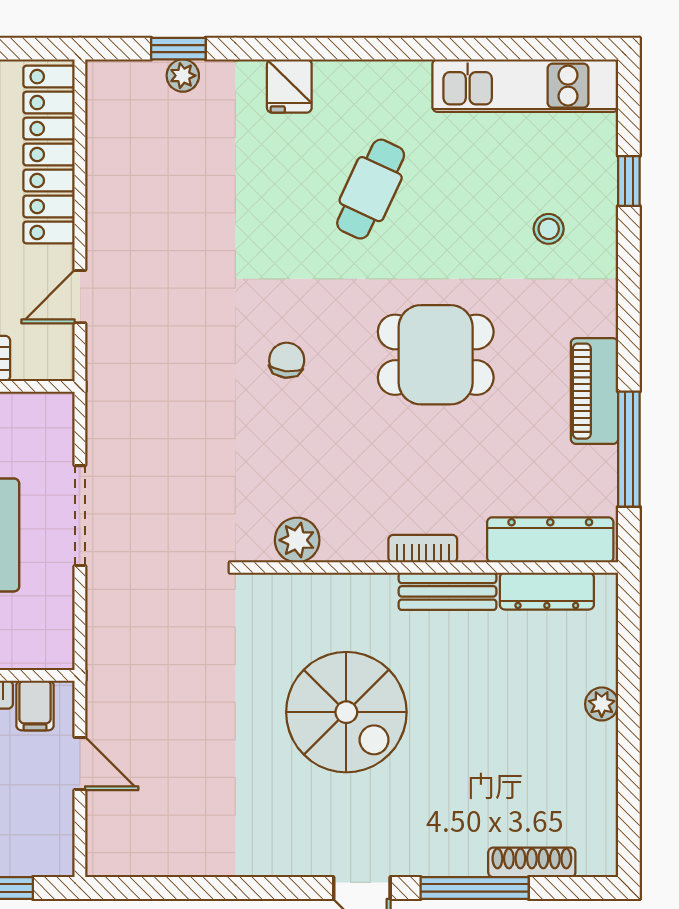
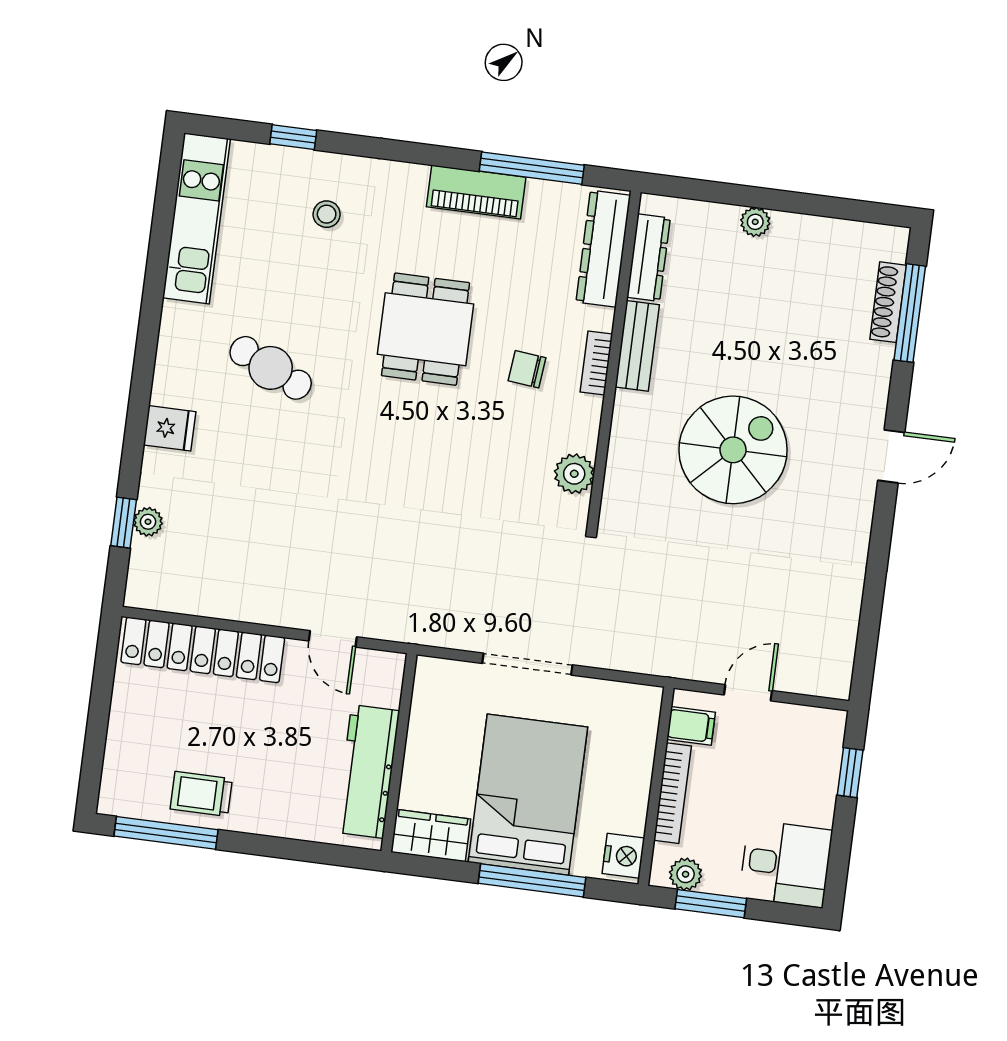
chair: (287, 360) -> (527, 369), moved
window: (475, 888) -> (910, 313), moved

